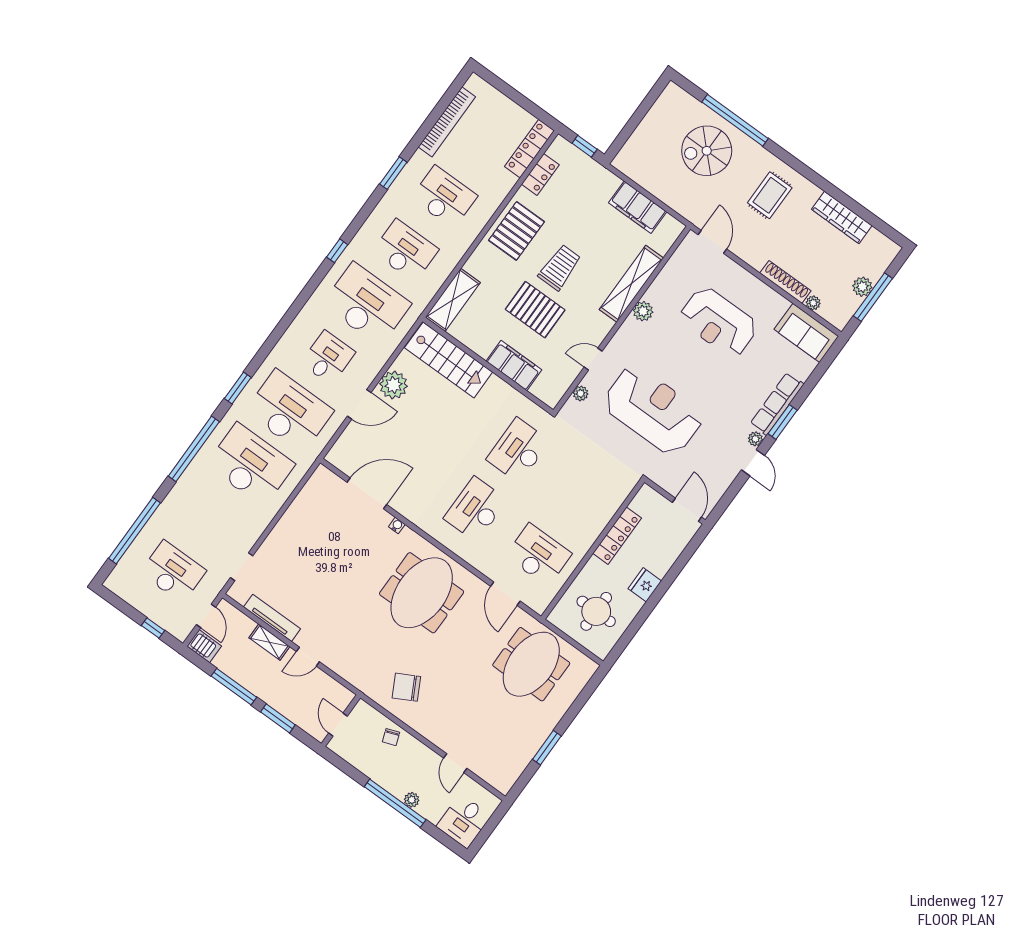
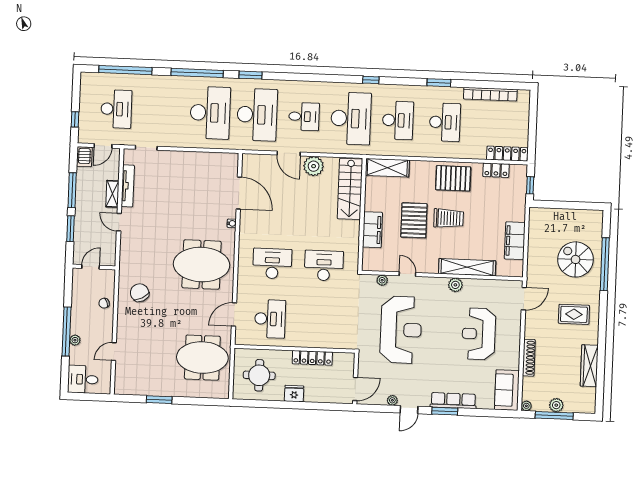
plant: (813, 303) -> (526, 406), moved
plant: (755, 439) -> (392, 400), moved

